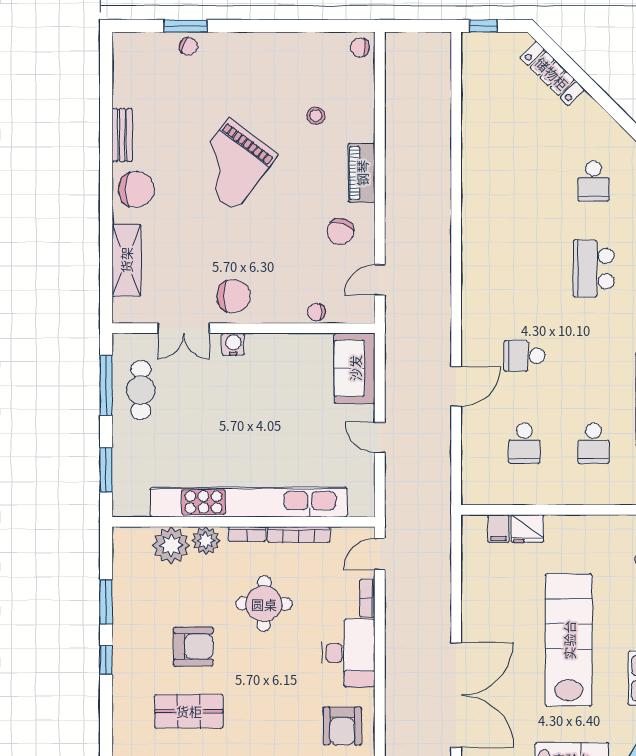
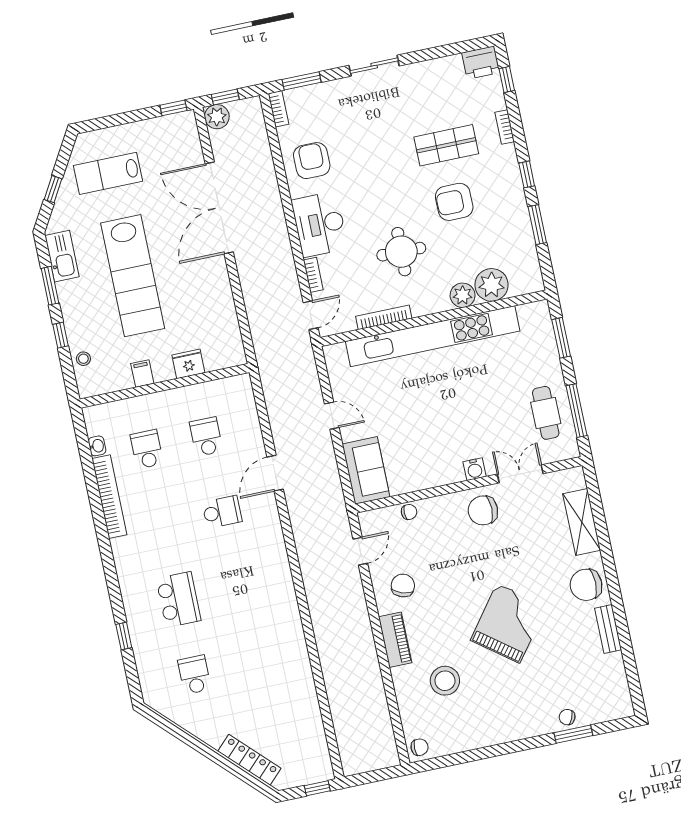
stool: (316, 116) -> (445, 681), width x1.89, depth x1.89
filing cabinet: (499, 529) -> (142, 373), moved
bookcase: (247, 534) -> (505, 127), moved, turned -90

